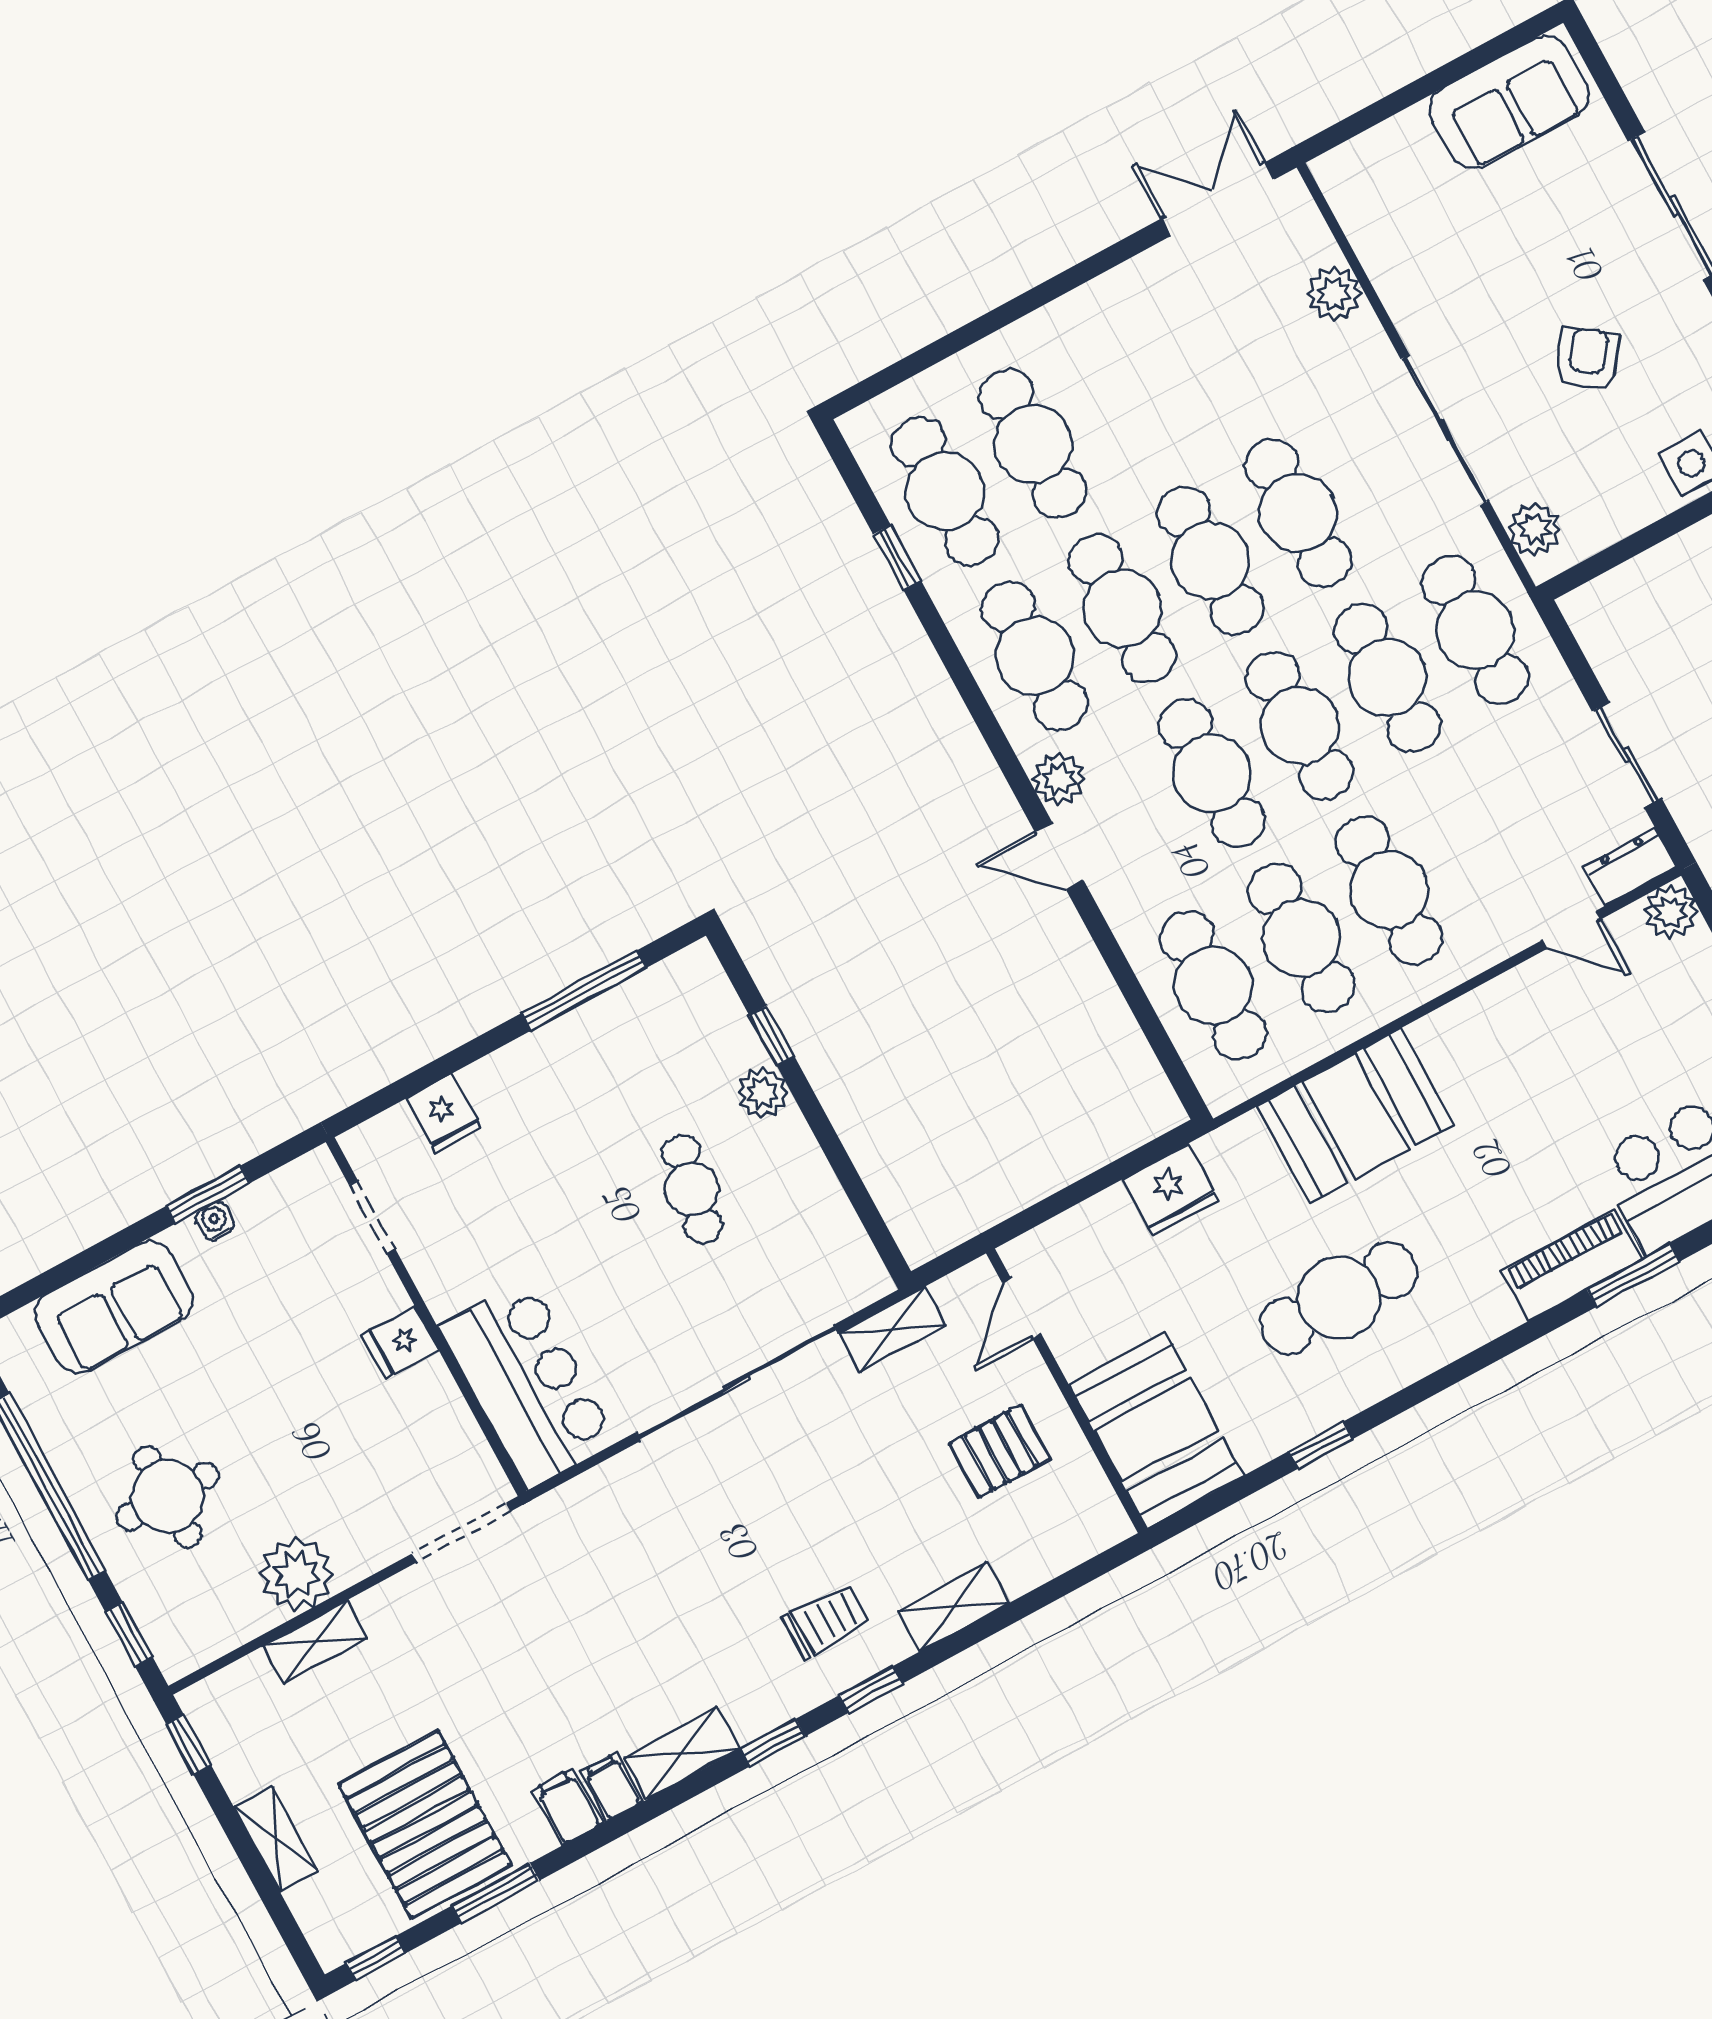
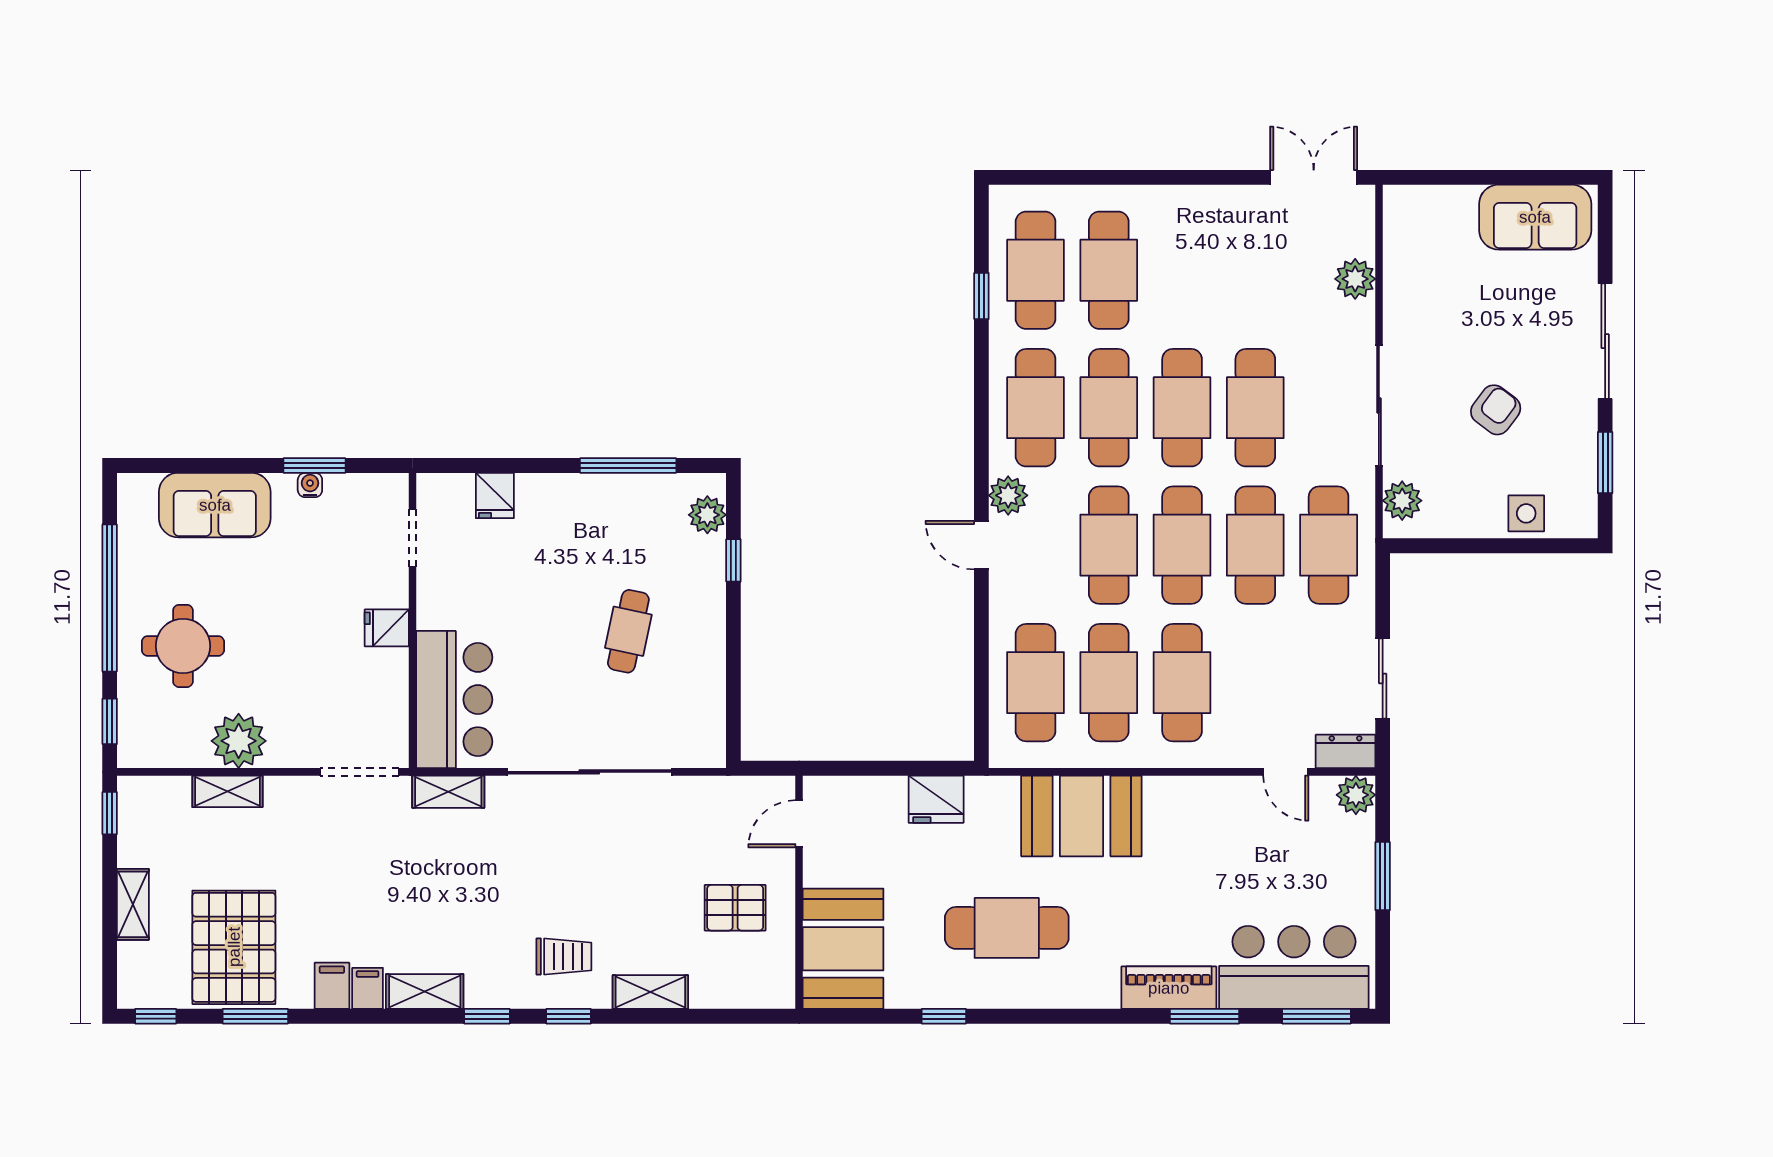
plant: (762, 1093) -> (707, 515), moved
shelving: (893, 1329) -> (448, 792), moved

